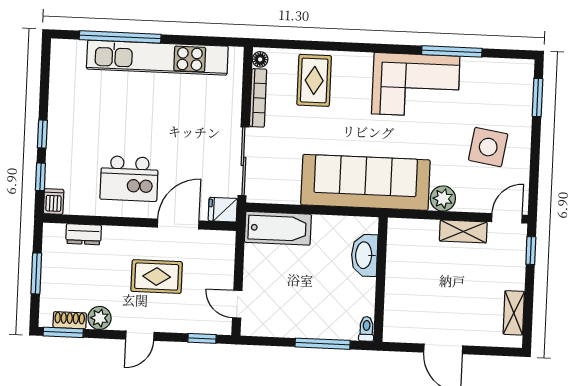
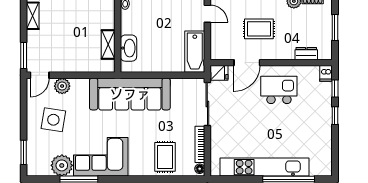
plant: (478, 74) -> (62, 165), added
plant: (443, 199) -> (62, 86), moved
bathtub: (278, 228) -> (195, 52), moved, turned -90
shelving: (463, 231) -> (108, 45), moved, turned 90
window: (531, 251) -> (24, 56), width x1.50

